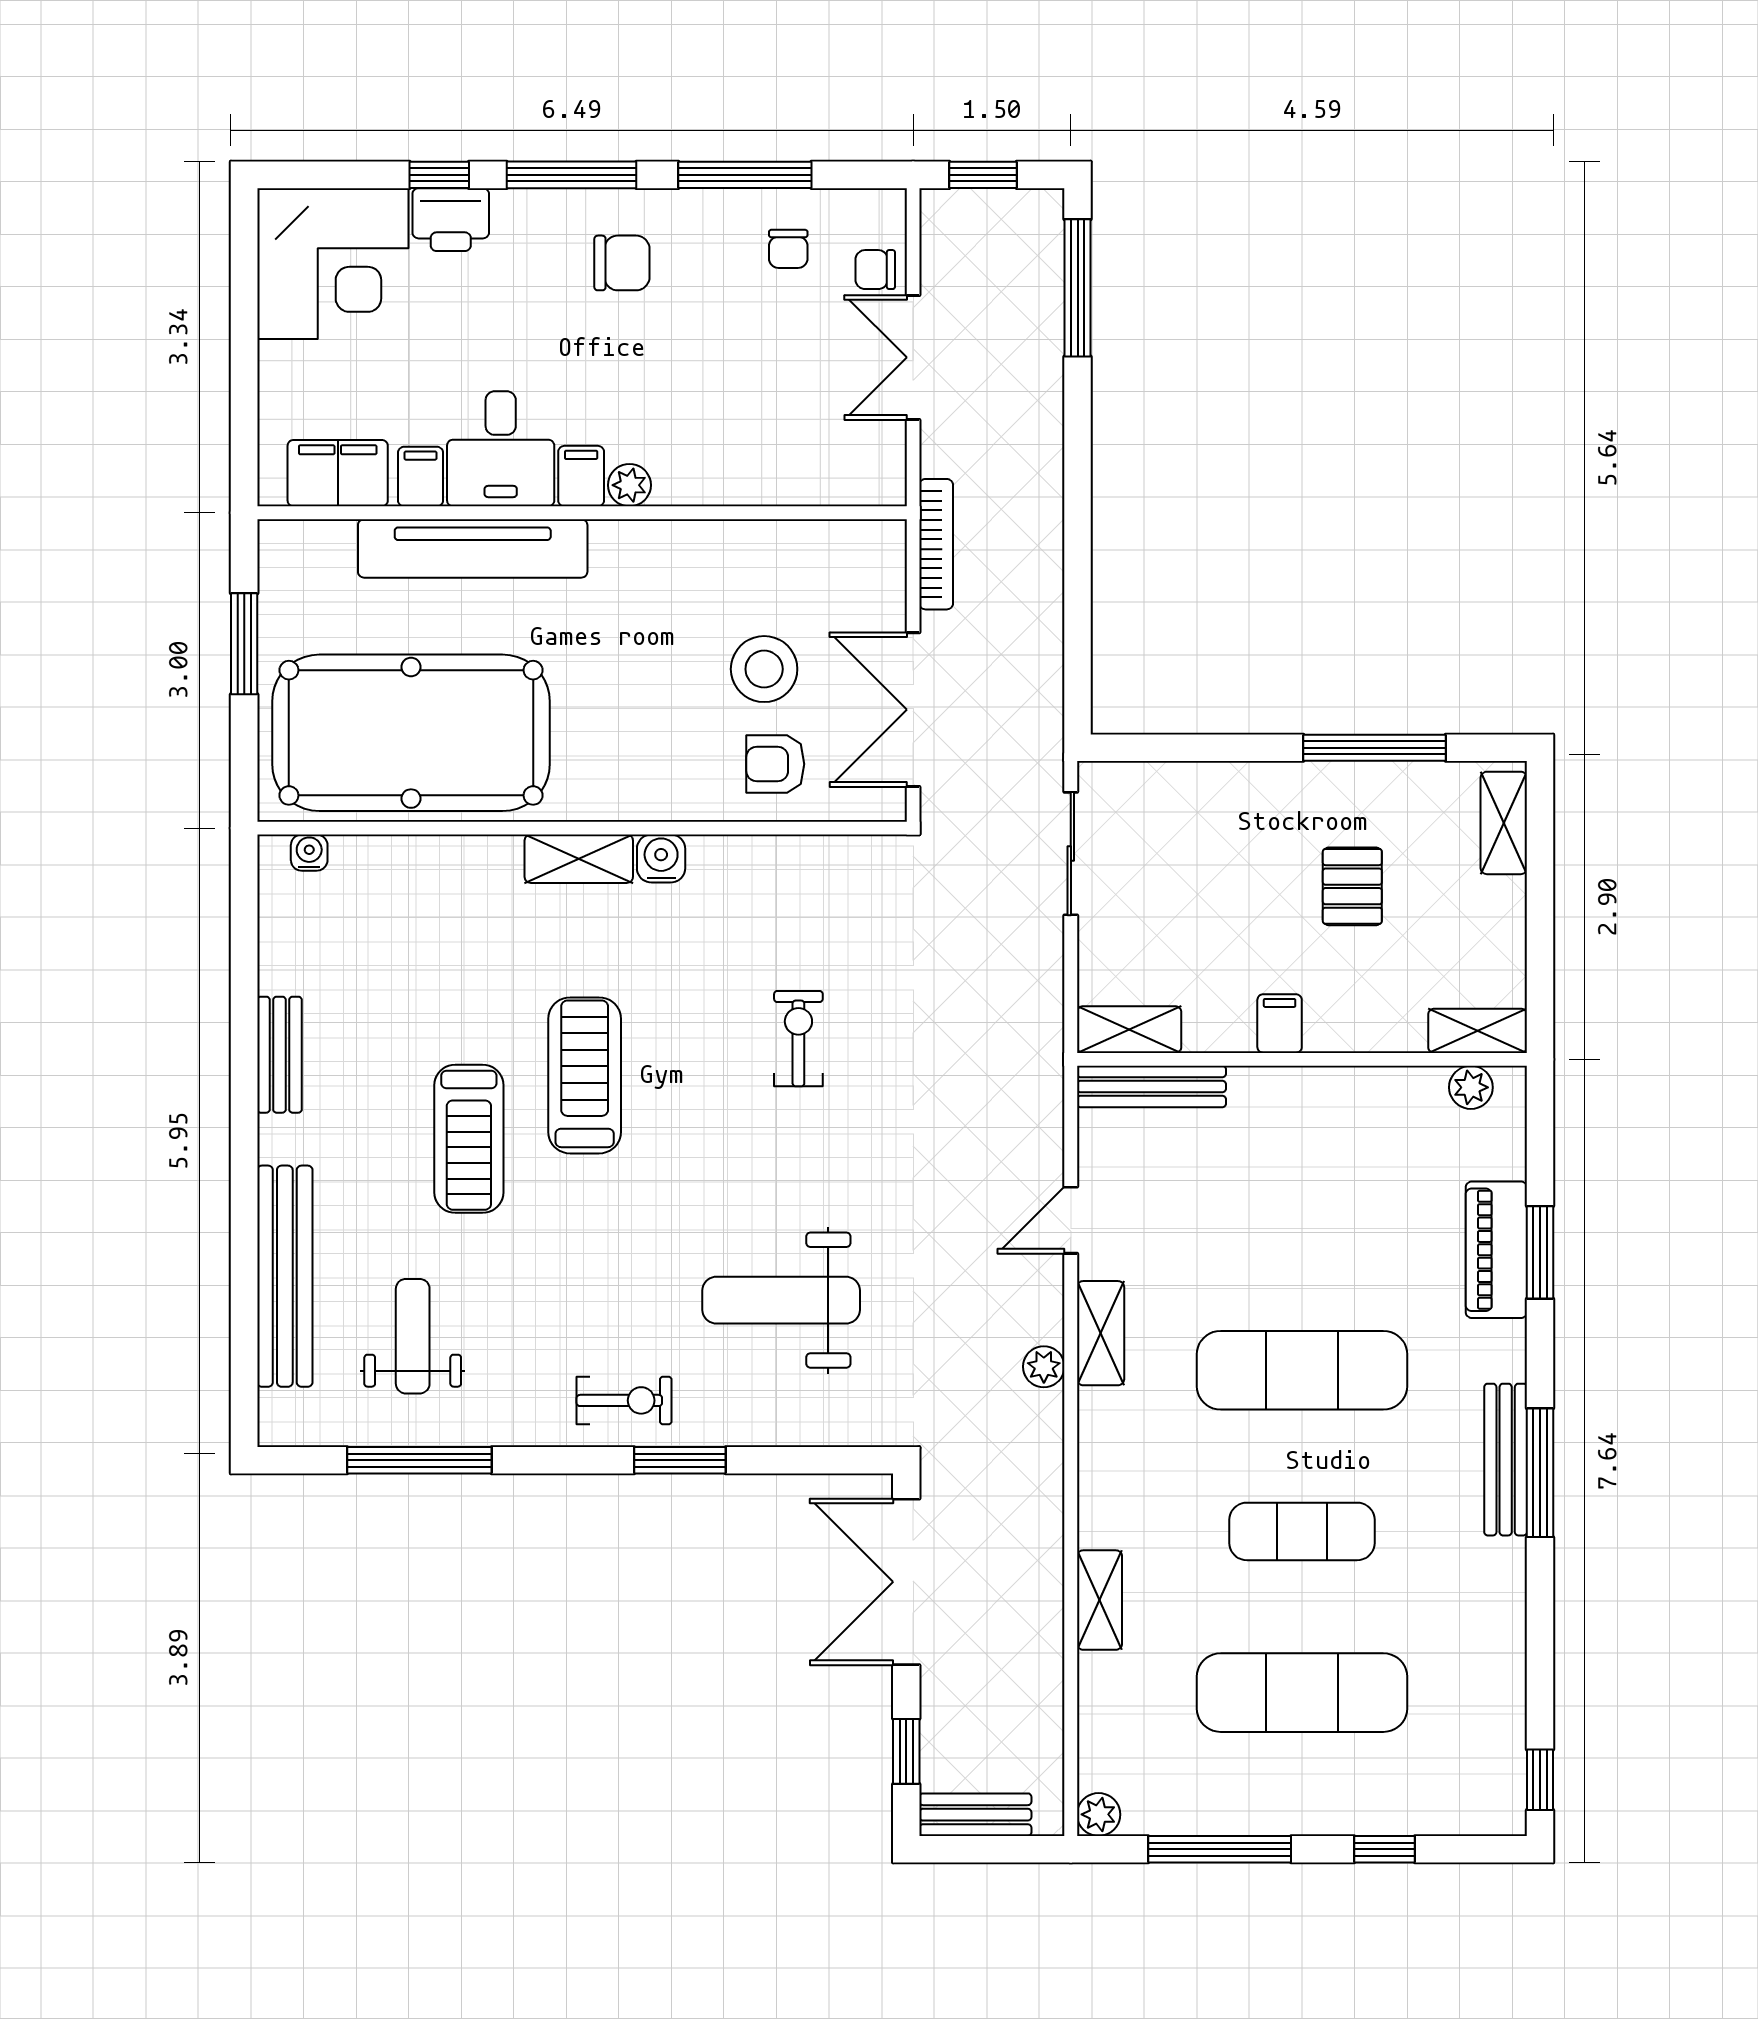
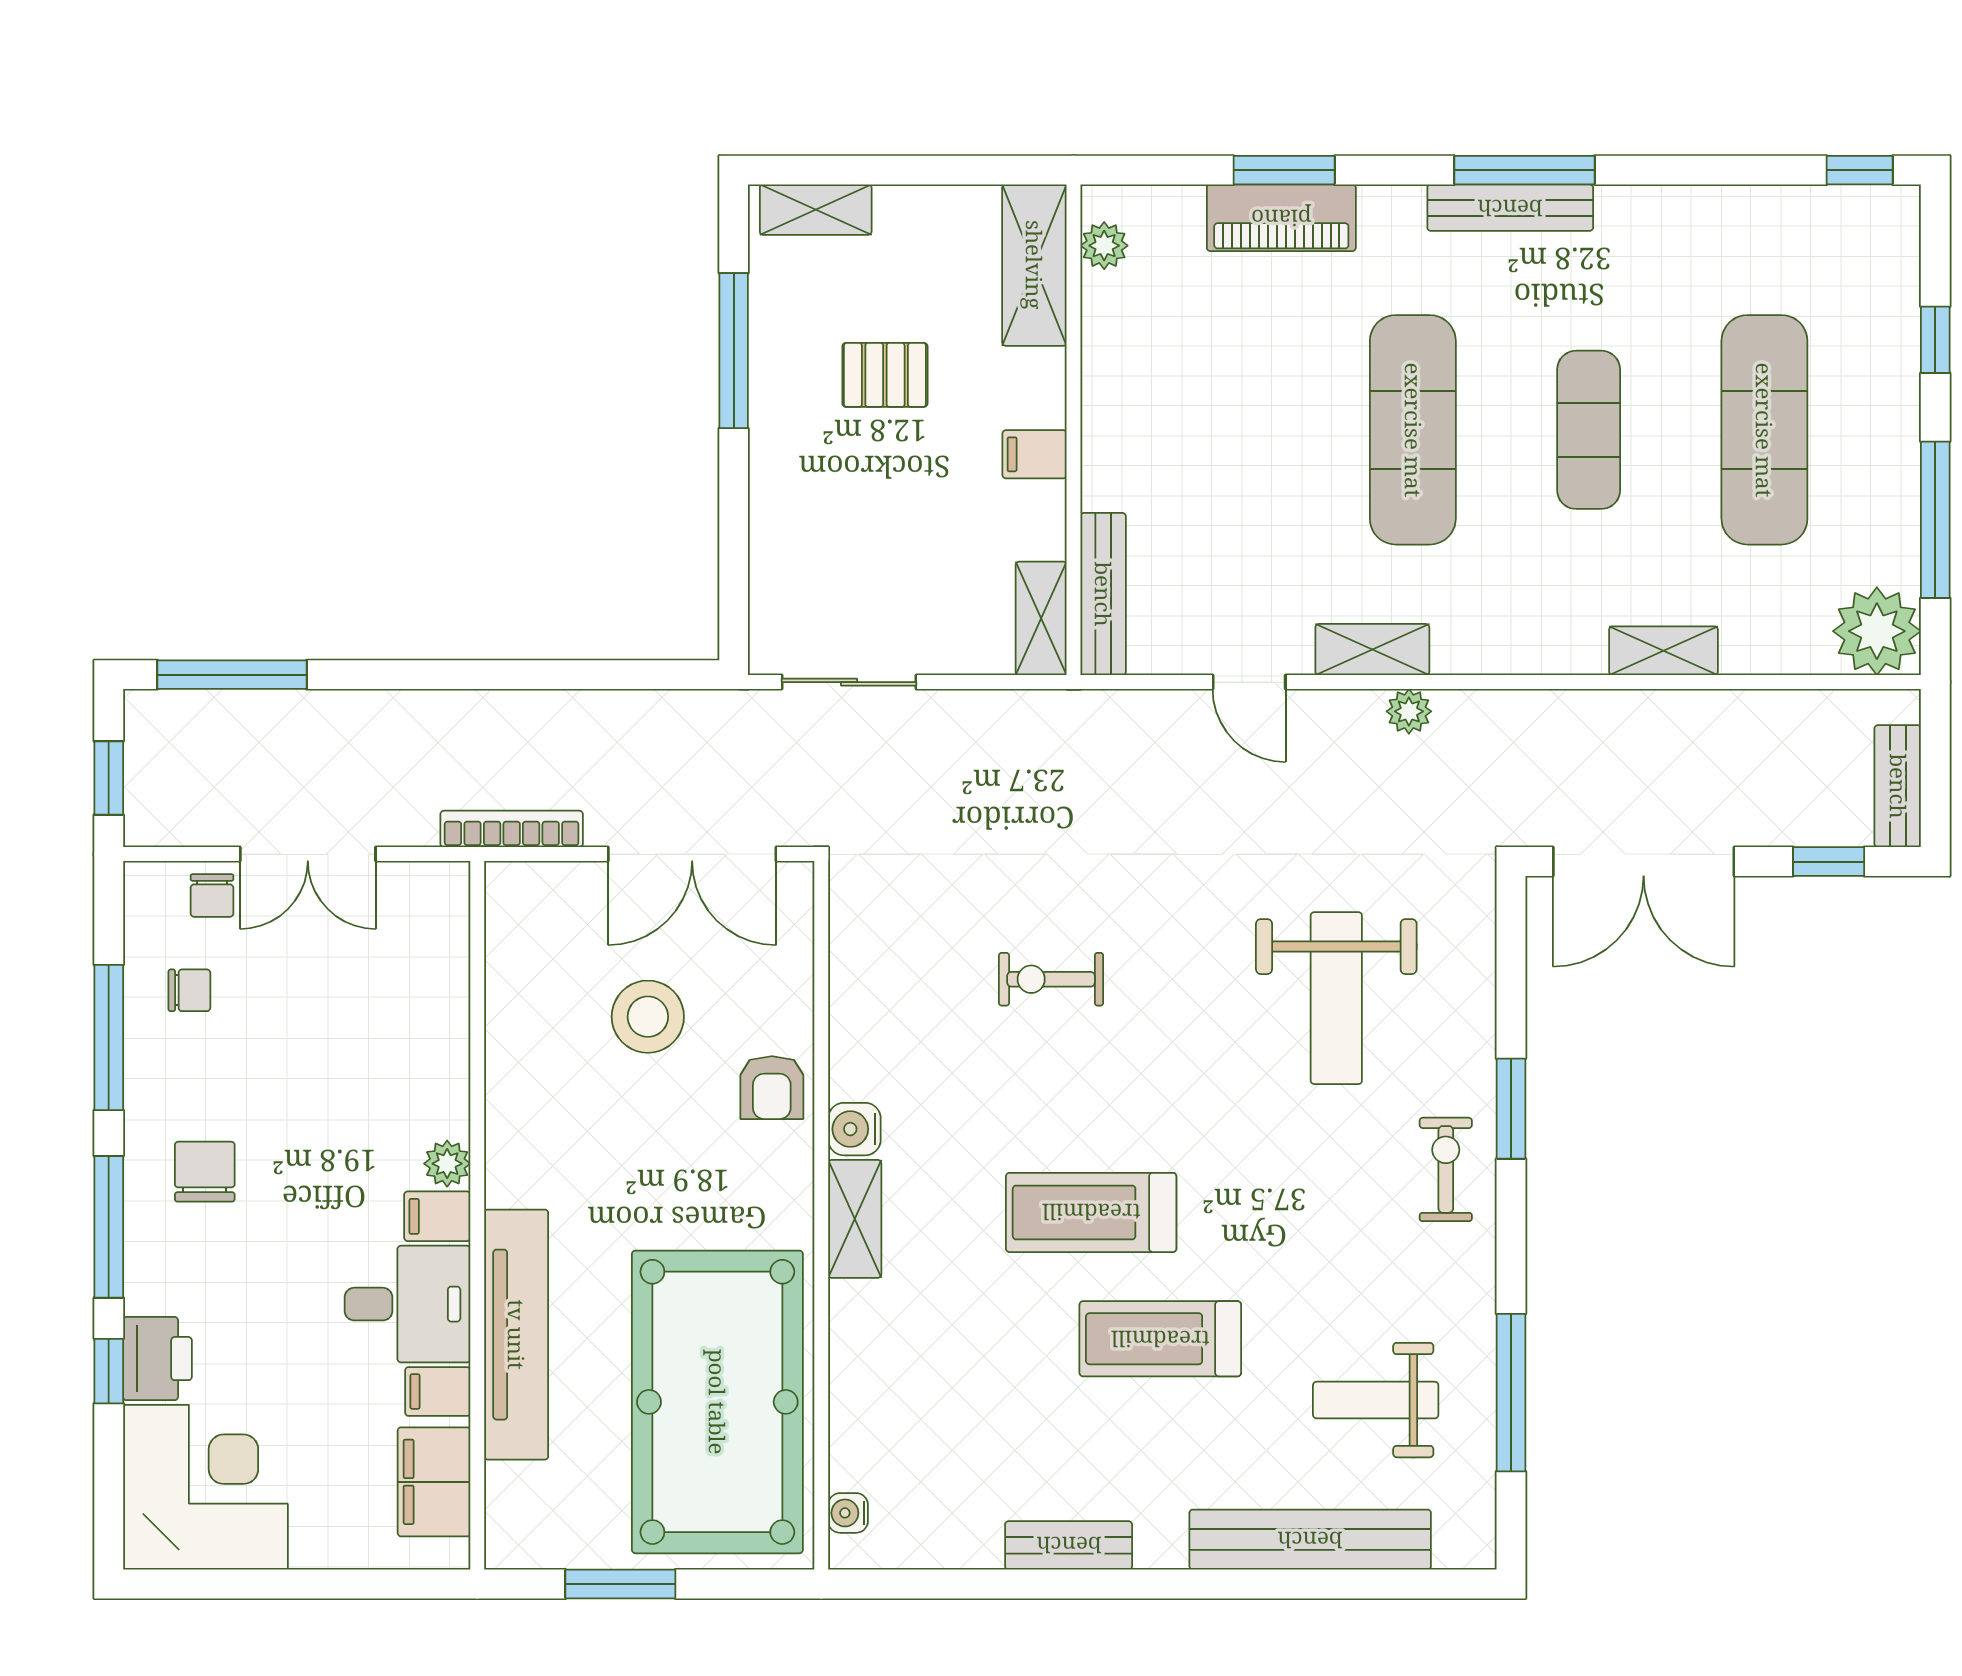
armchair: (775, 764) -> (772, 1088), moved
shelving: (1478, 1031) -> (1034, 265), width x1.50, depth x1.33
treadmill: (469, 1139) -> (1160, 1339), turned 180
plant: (1099, 1814) -> (1877, 631), width x1.87, depth x1.87

